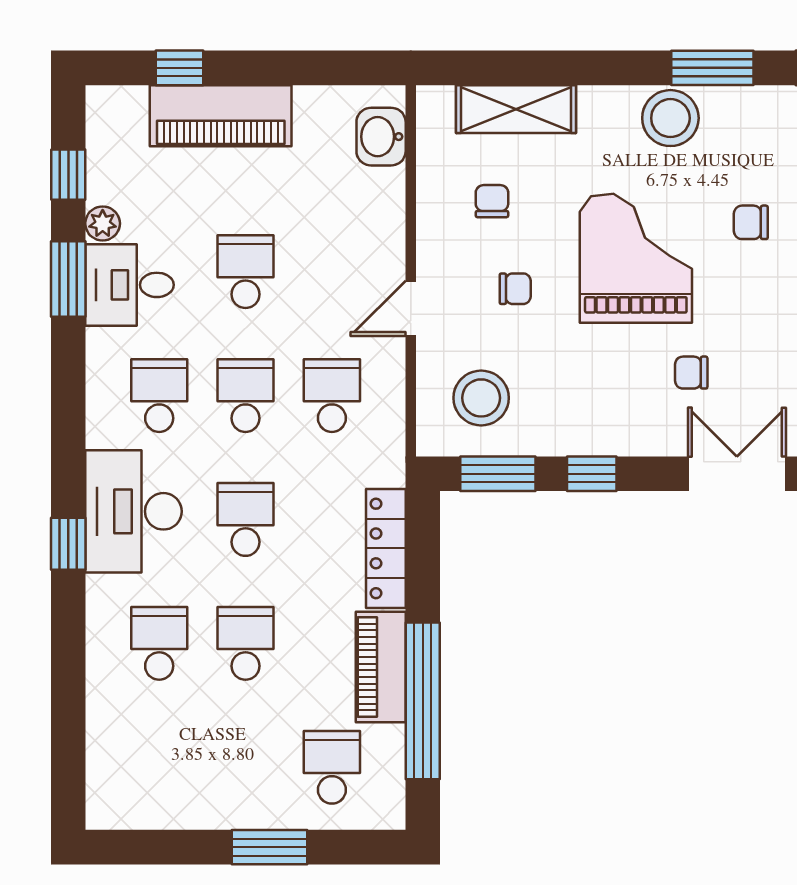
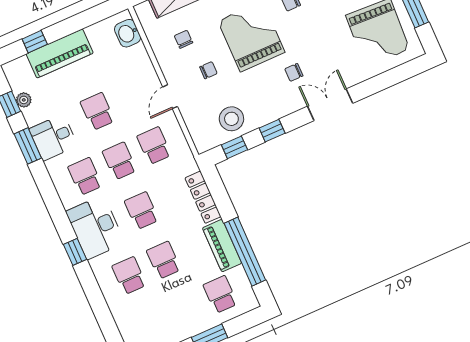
plant: (103, 223) -> (24, 100), moved
stool: (481, 398) -> (231, 119), moved
window: (498, 474) -> (234, 147), width x0.67

